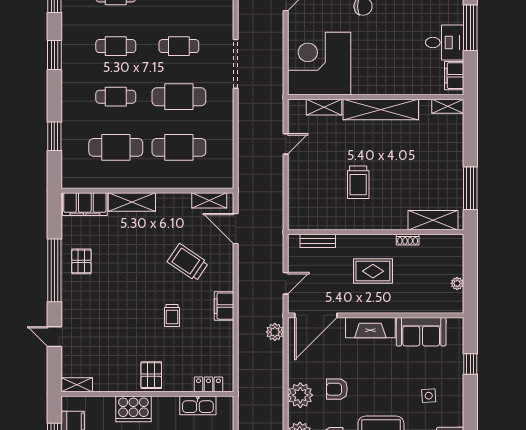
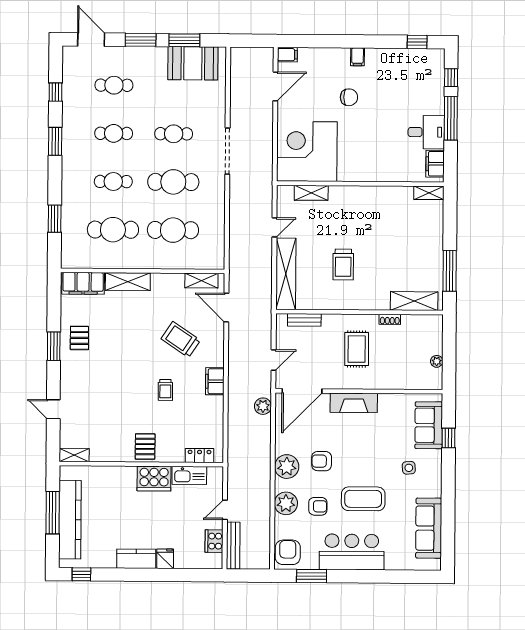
shelving: (381, 110) -> (286, 274), moved, turned 90
window: (54, 270) -> (54, 346), width x0.47
rug: (373, 271) -> (357, 349), turned 90
sofa: (421, 332) -> (429, 425), moved, turned 90
cooker: (133, 409) -> (154, 479), moved

